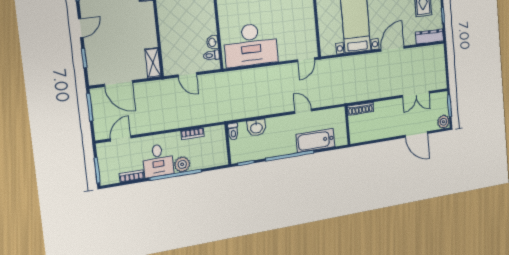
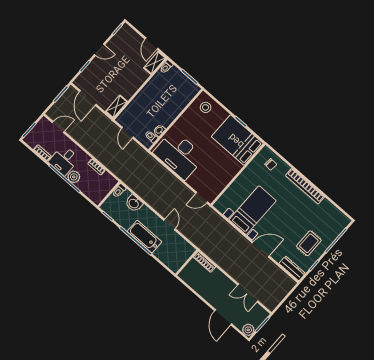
bathtub: (316, 140) -> (145, 237), moved

